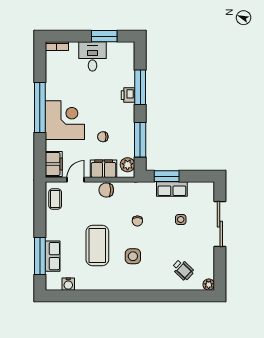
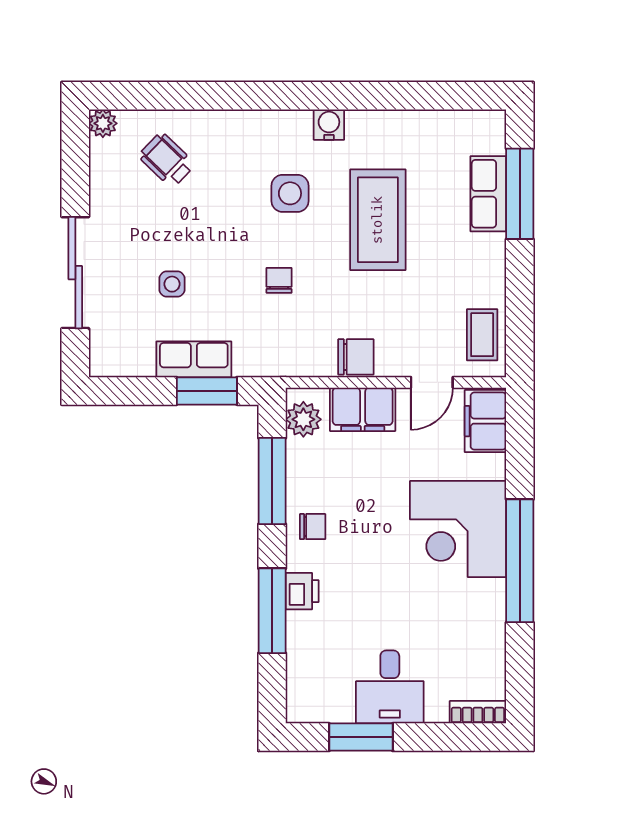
chair: (103, 137) -> (313, 527), moved
water cooler: (68, 284) -> (329, 125), moved

